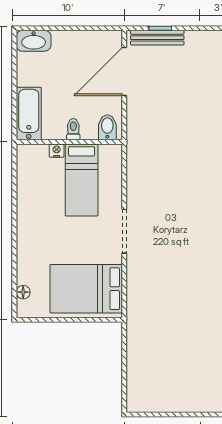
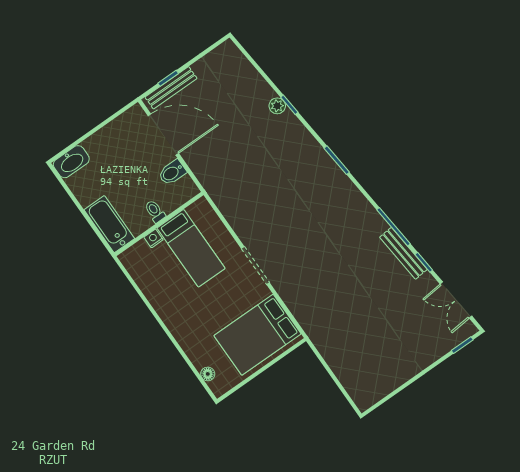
door: (124, 71) -> (163, 135), swing flipped
bidet: (107, 127) -> (172, 172), moved, turned -90

